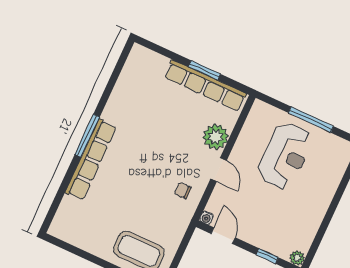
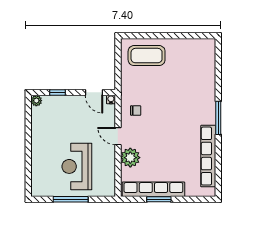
row of seats: (91, 160) -> (208, 156), moved

